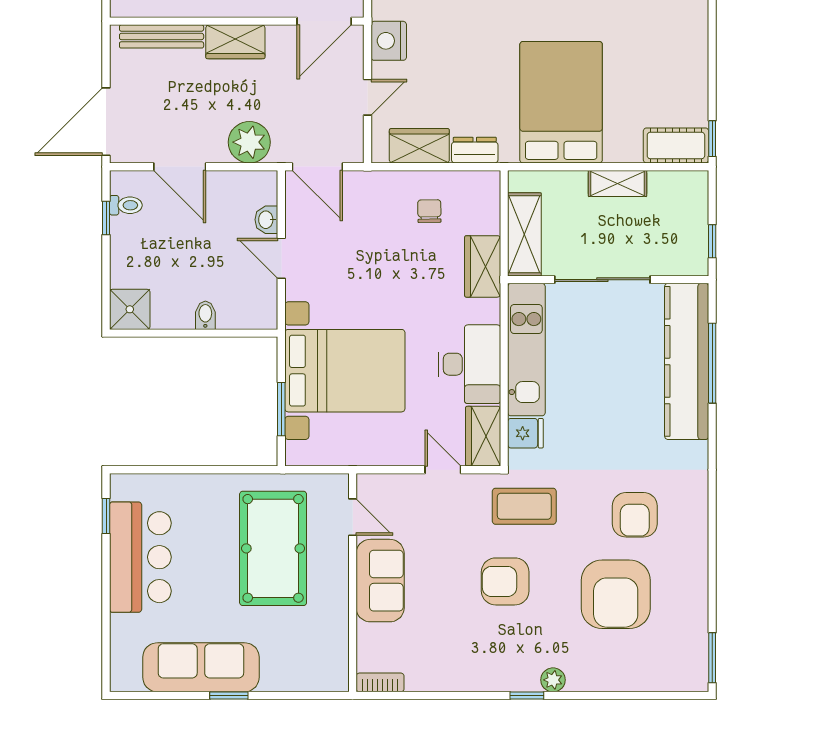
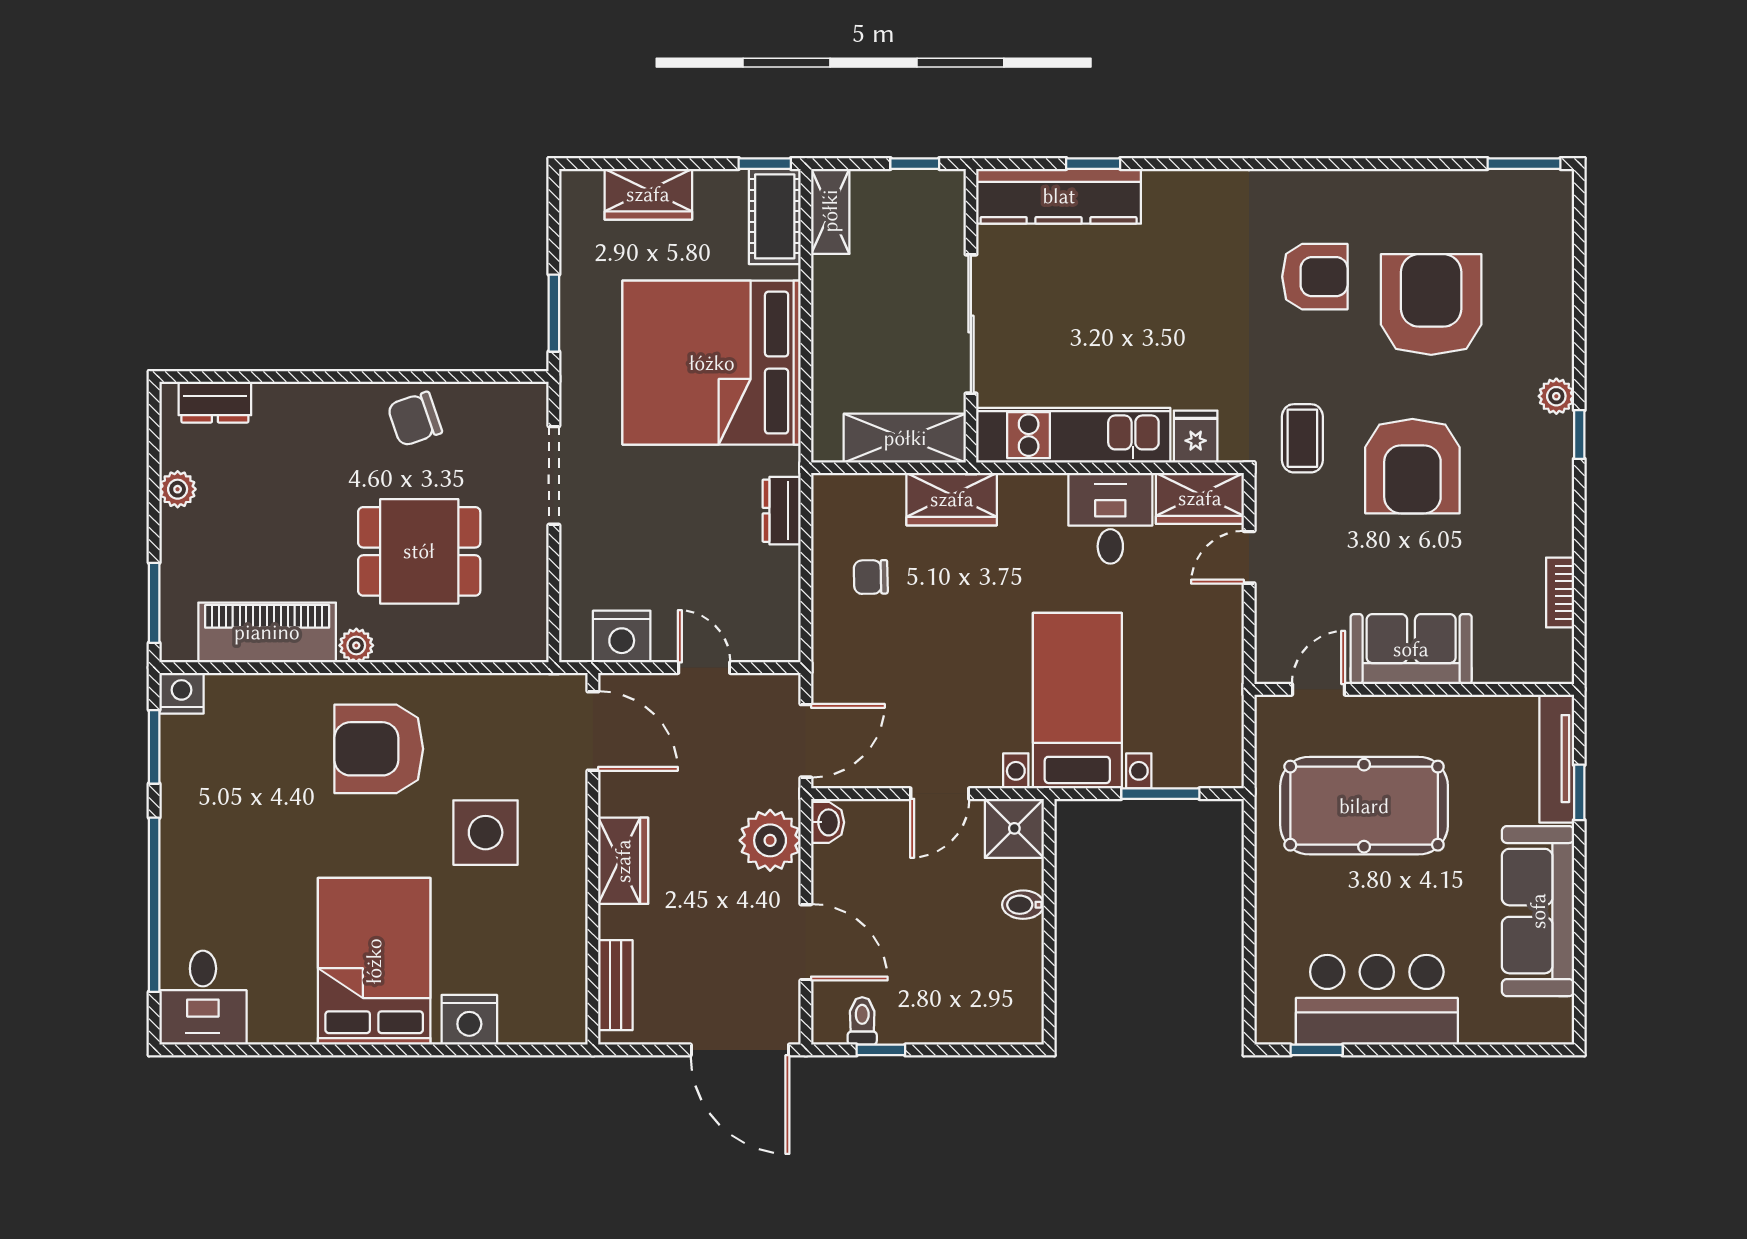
bench: (162, 36) -> (615, 985), width x0.73
bed: (561, 102) -> (712, 363), width x1.36
wardrobe: (419, 146) -> (648, 194), moved, turned -90
door: (180, 167) -> (806, 942), hinge flipped
shelving: (617, 183) -> (830, 211), moved
washbasin: (266, 220) -> (828, 822), moved, turned -90
shower: (130, 309) -> (1014, 828), moved
kitchen counter: (687, 361) -> (1059, 196), width x0.72, depth x0.86
window: (712, 363) -> (1093, 164), width x0.46
desk: (470, 364) -> (1110, 518), width x0.73
bed with nightstands: (345, 371) -> (1077, 701), width x0.73
coffee table: (524, 506) -> (1302, 438), width x0.73, depth x0.77
armchair: (505, 581) -> (1412, 466), width x1.36, depth x1.36
armchair: (616, 594) -> (1431, 305), turned -90
tv unit: (305, 680) -> (1557, 759), added
bookcase: (380, 682) -> (1560, 592), moved
window: (229, 696) -> (1579, 792), moved

